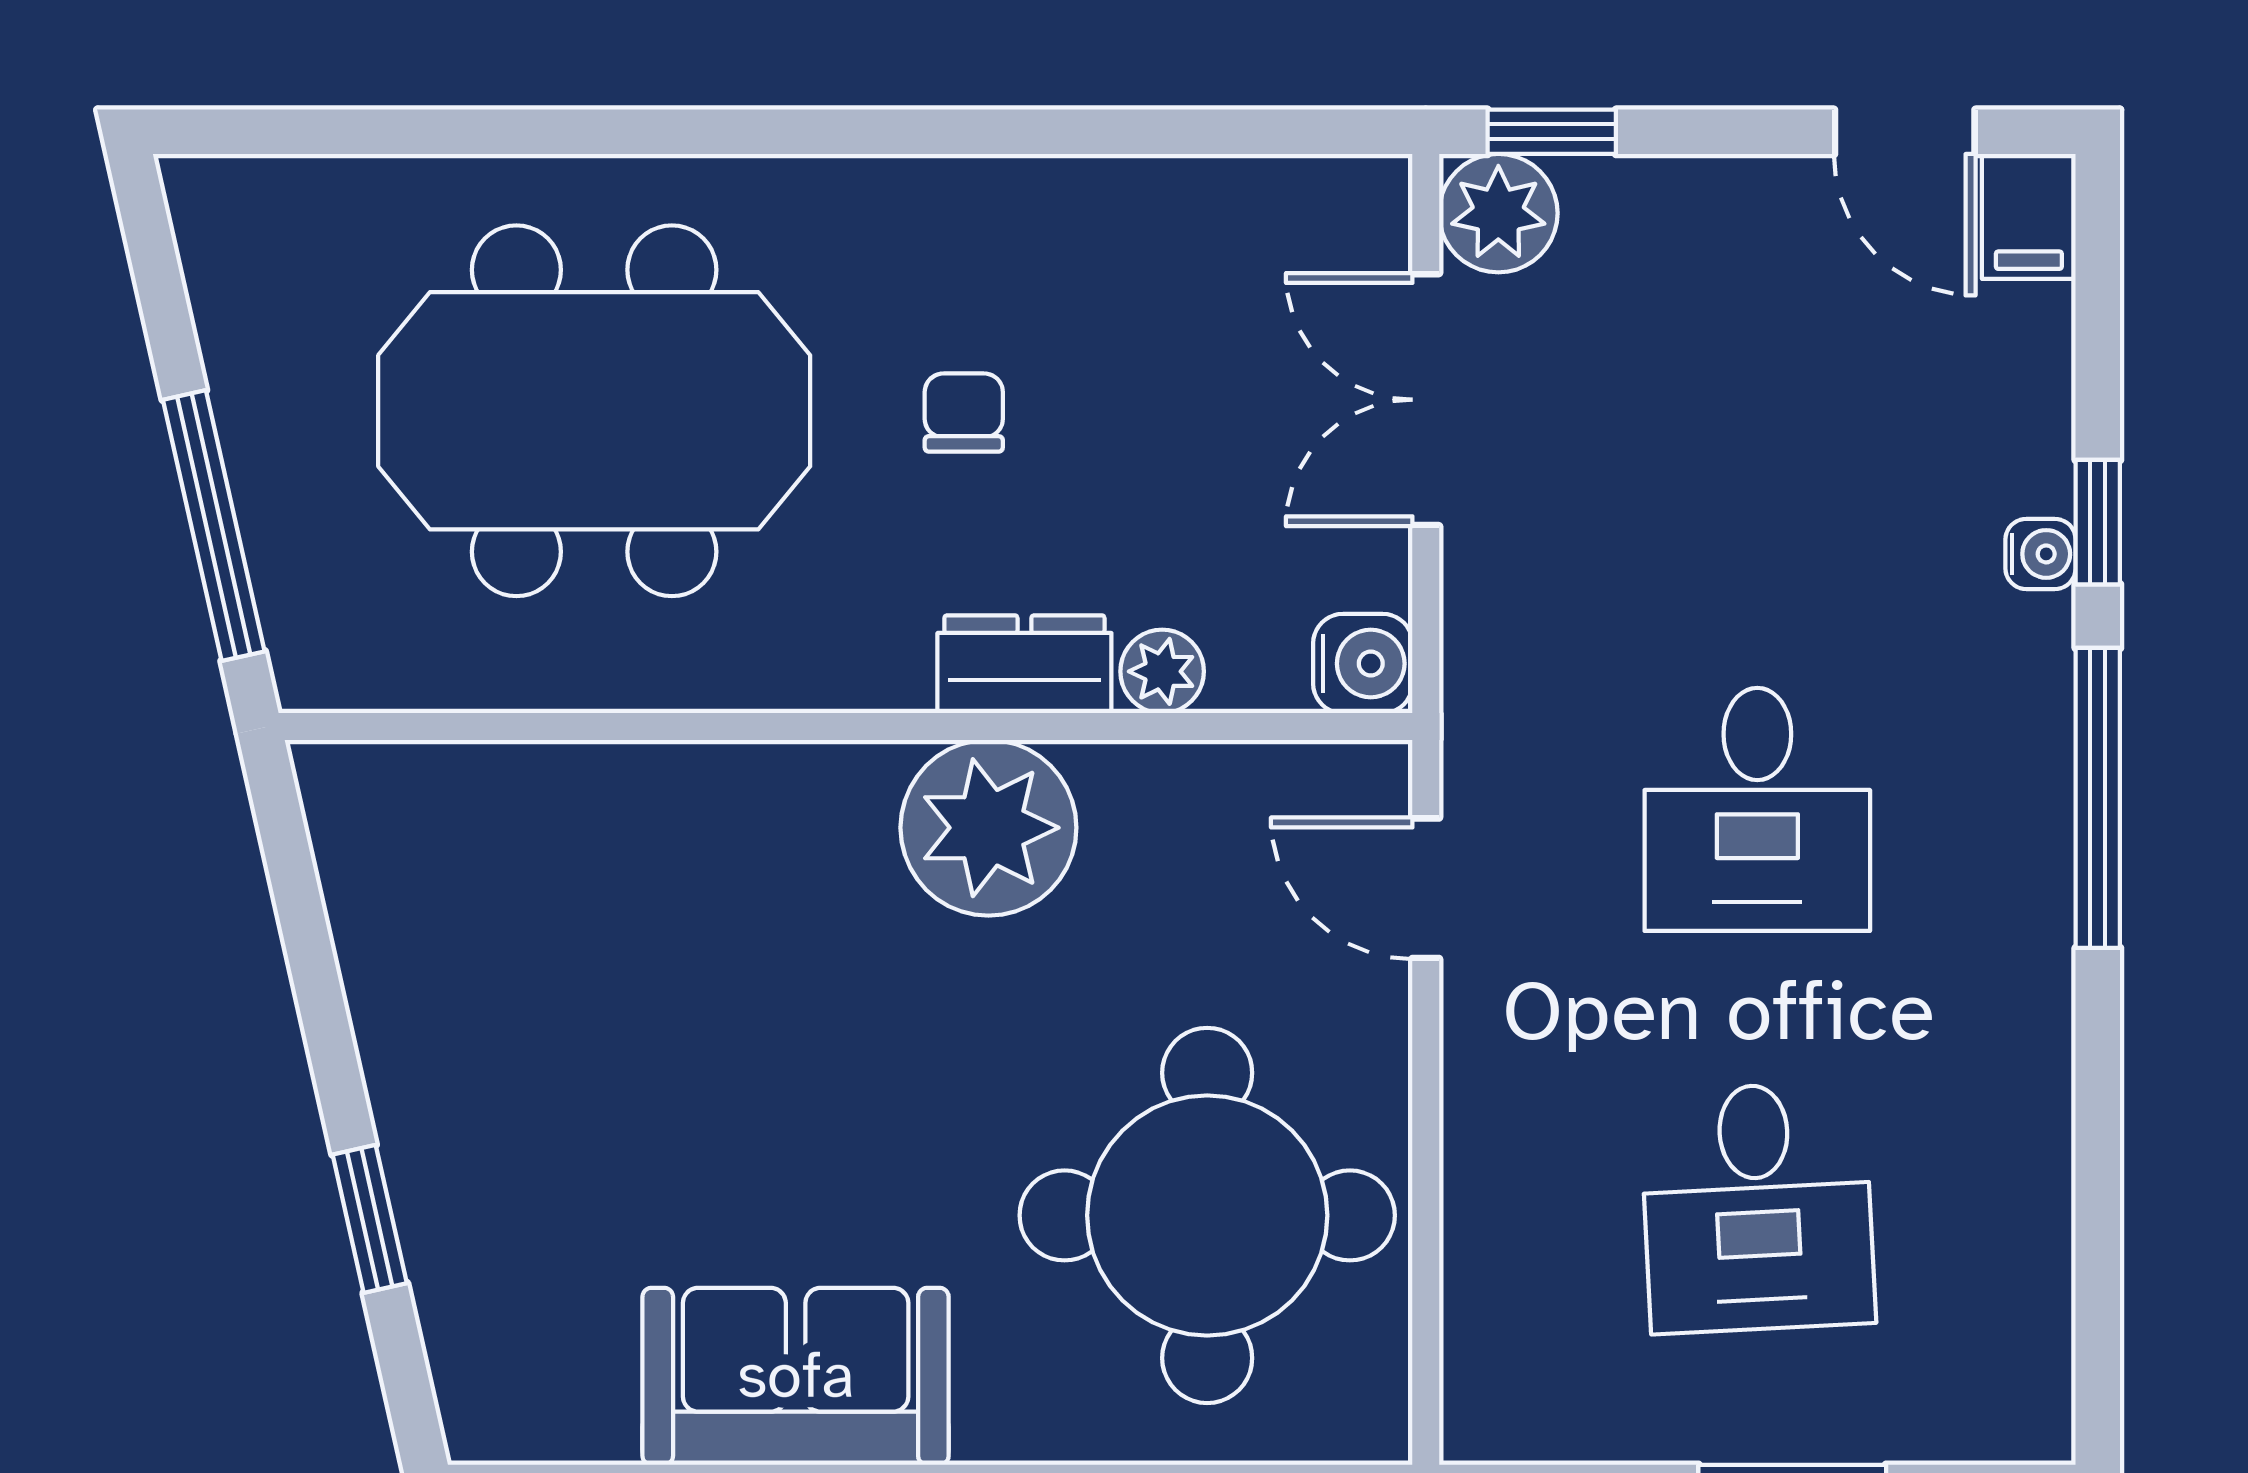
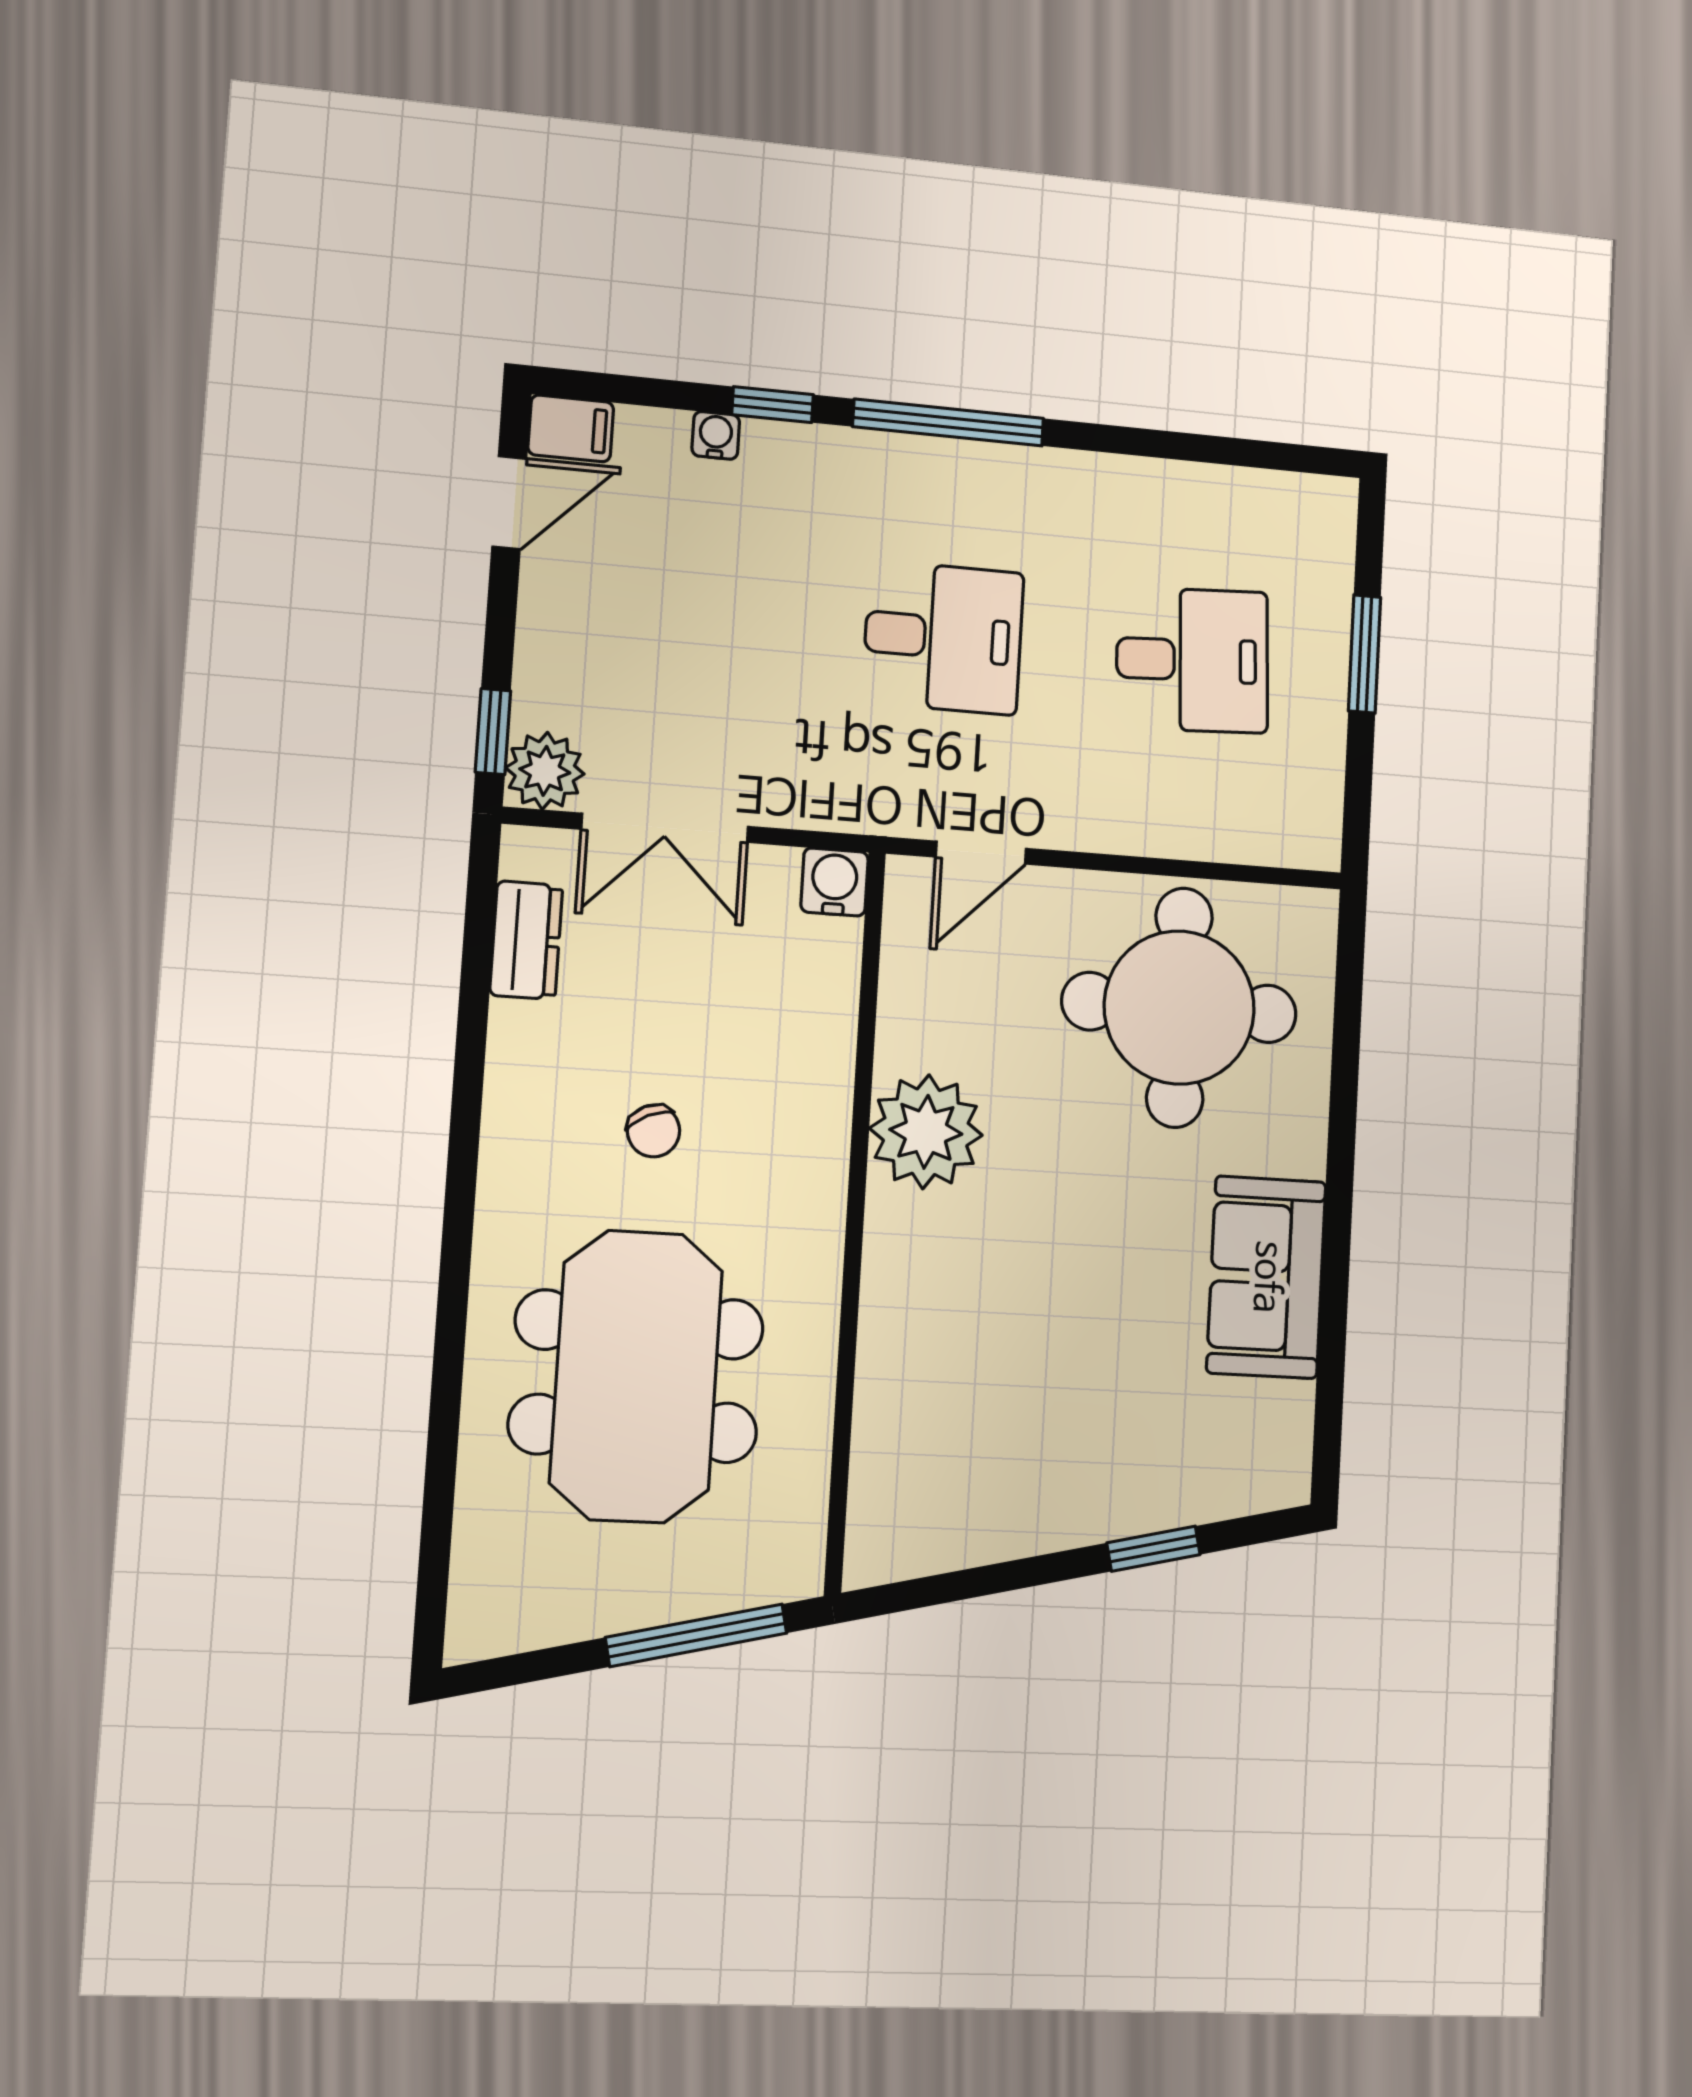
chair: (964, 413) -> (654, 1131), turned -114
water cooler: (2041, 554) -> (716, 435), moved
dresser: (1024, 664) -> (526, 940), moved, turned 180
plant: (1162, 671) -> (832, 1012), removed

